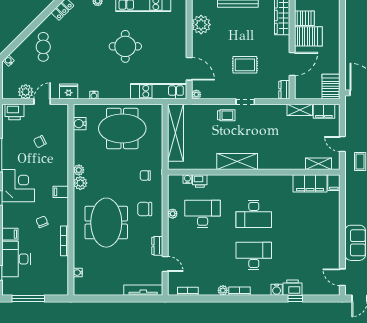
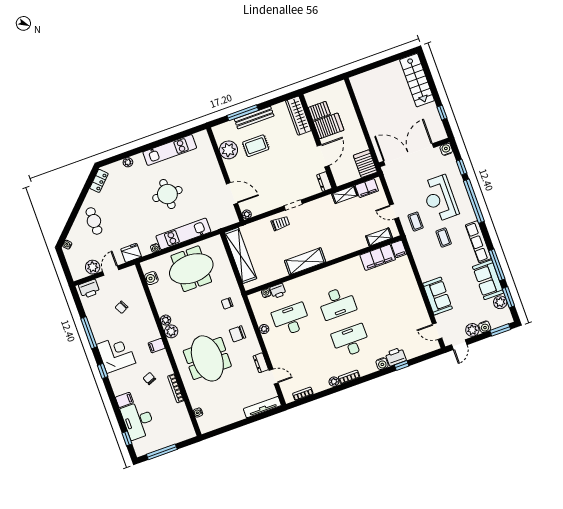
rug: (245, 65) -> (256, 146), moved
kitchen unit: (159, 91) -> (183, 234), moved

